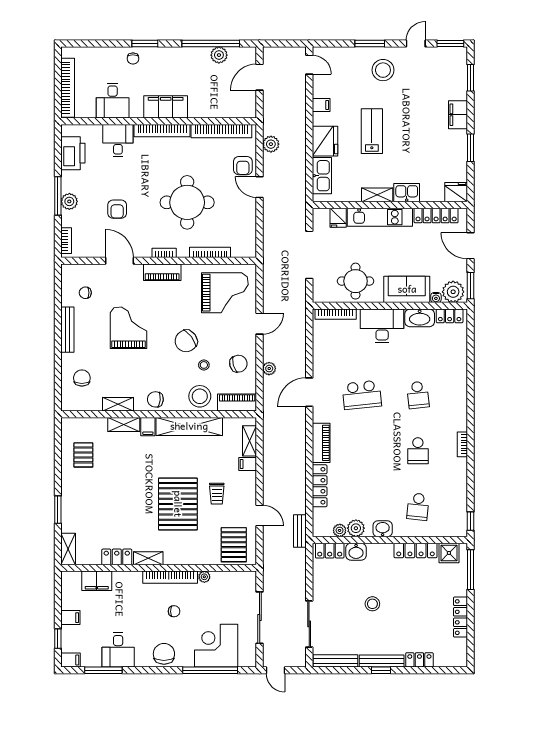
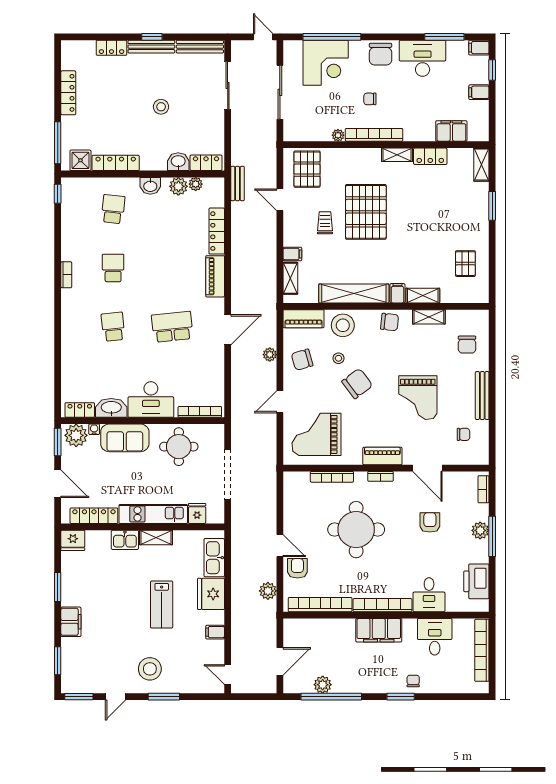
desk: (118, 650) -> (423, 58), width x1.37

